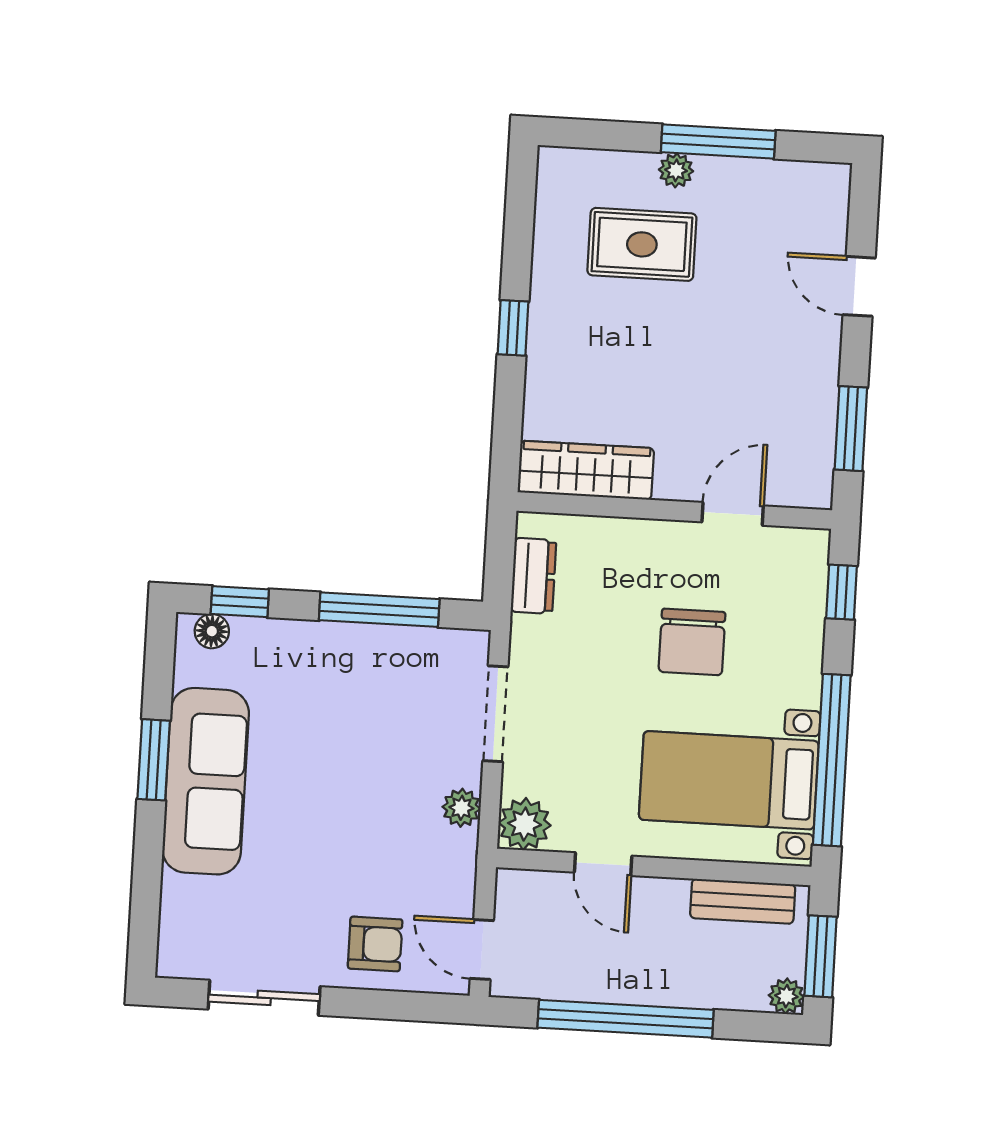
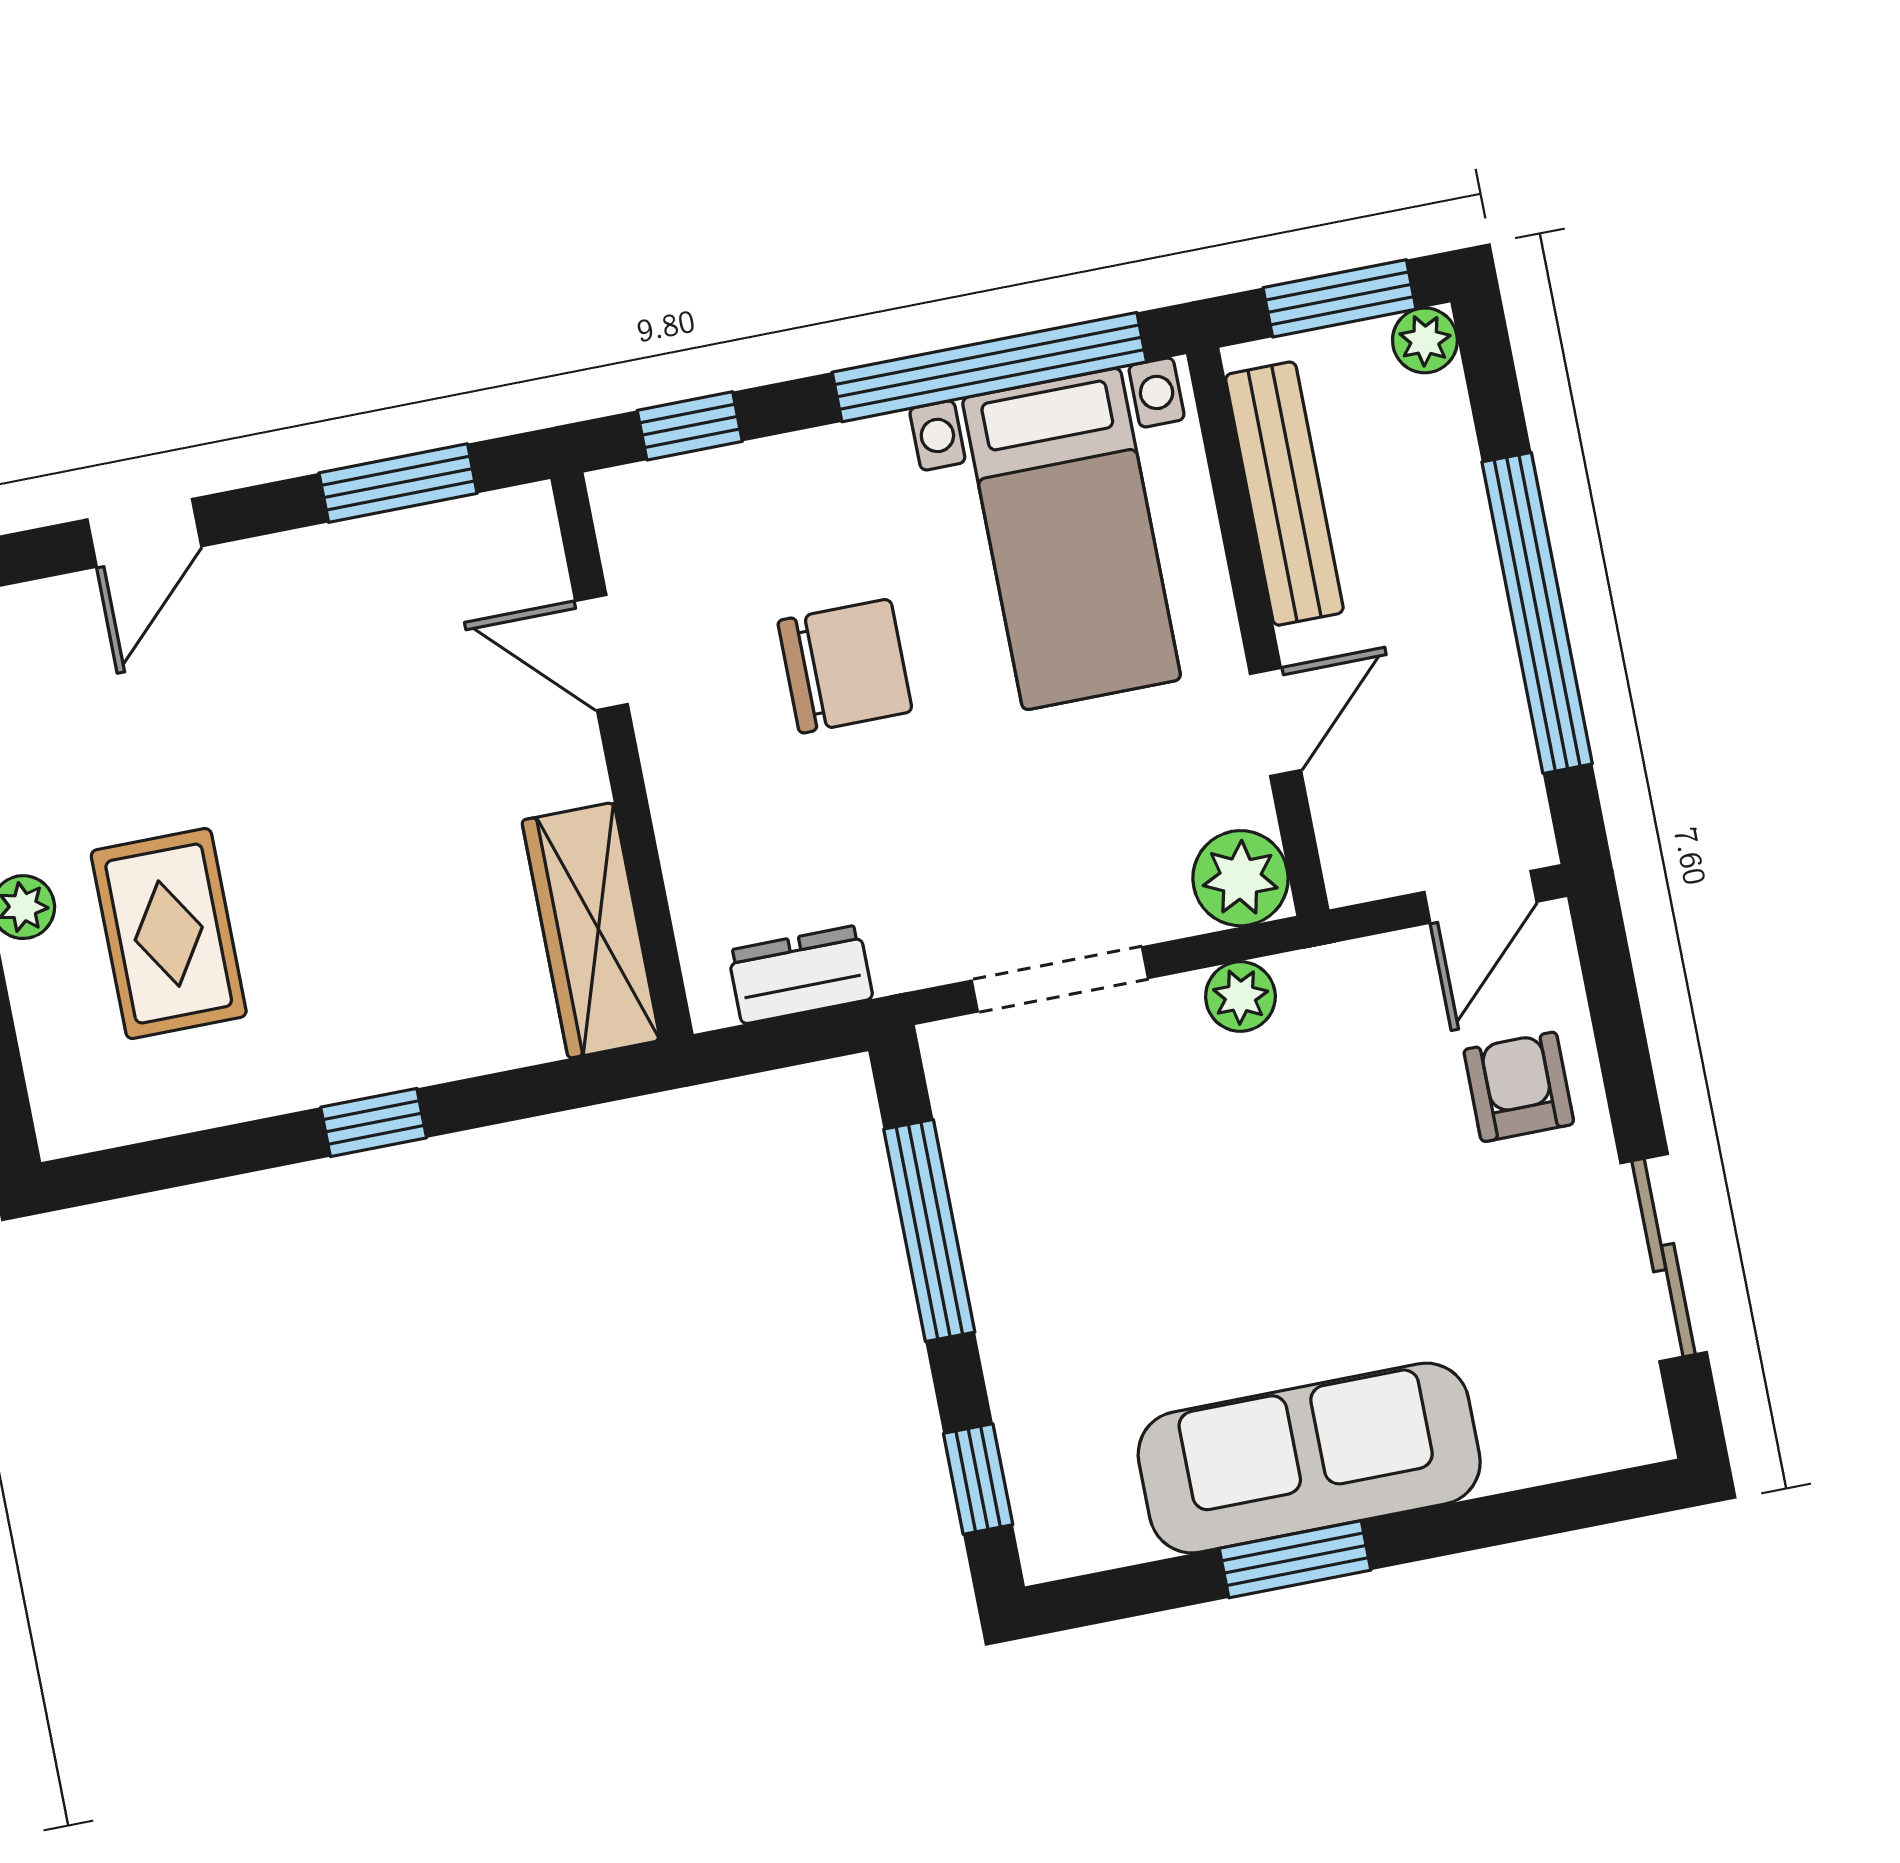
floor lamp: (212, 631) -> (1043, 1515), removed
bench: (743, 901) -> (1284, 494), width x1.36

